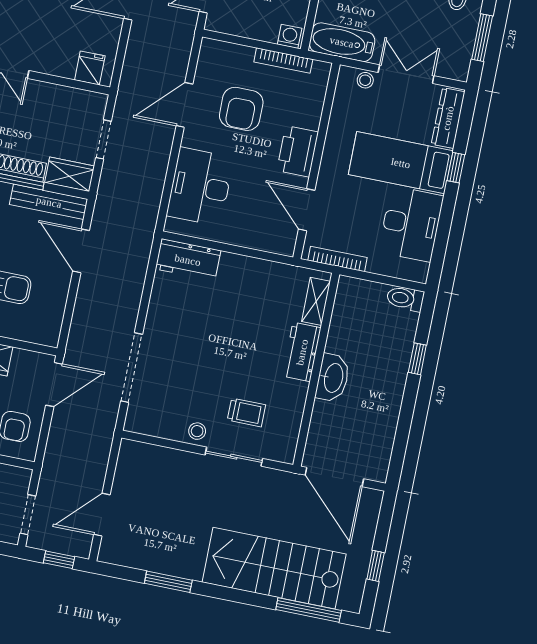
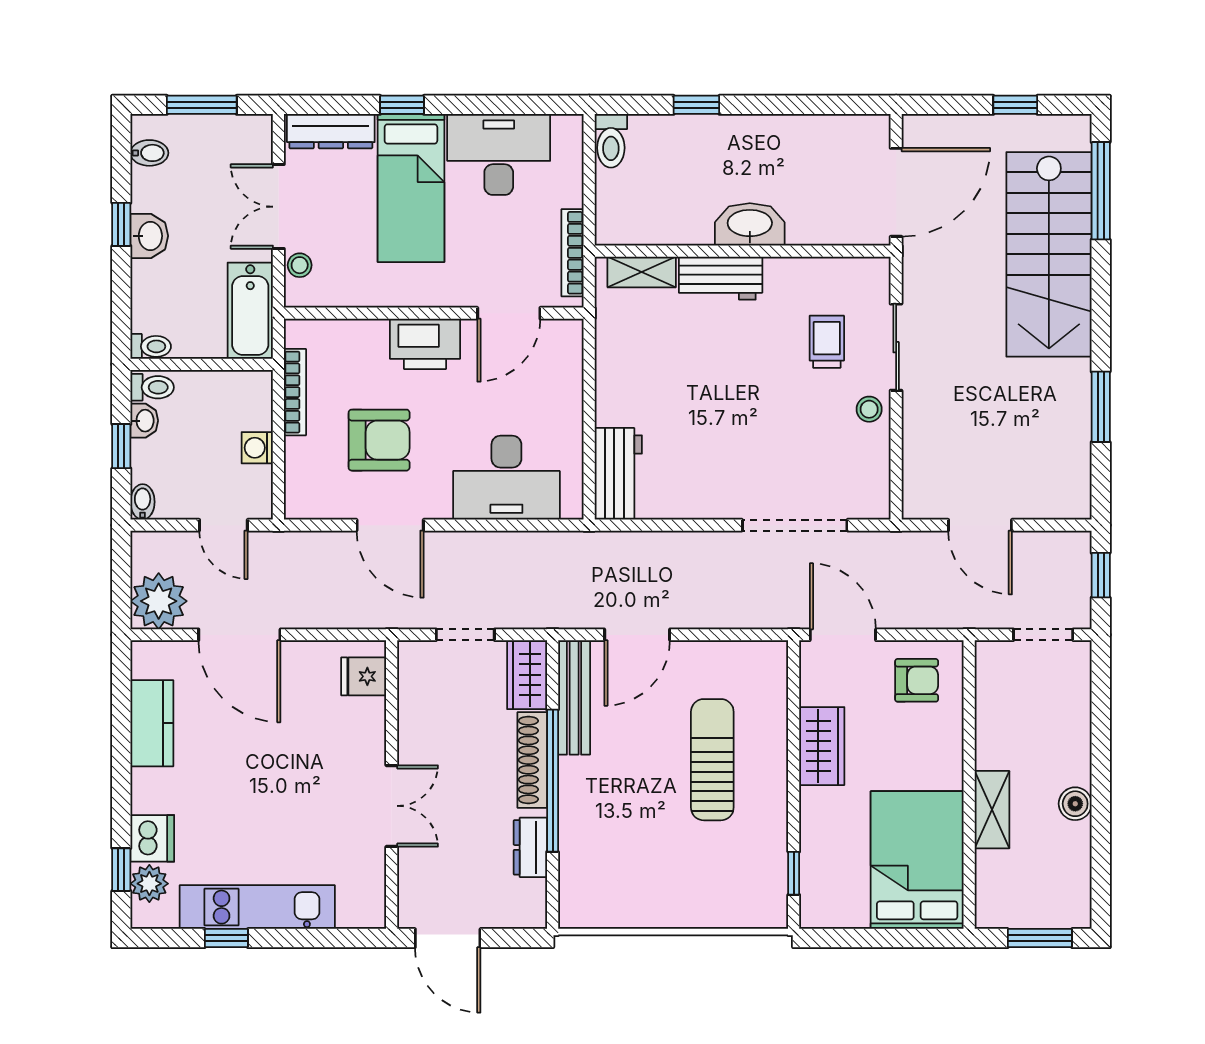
washing machine: (290, 36) -> (257, 448), moved
door: (102, 515) -> (980, 525), moved

